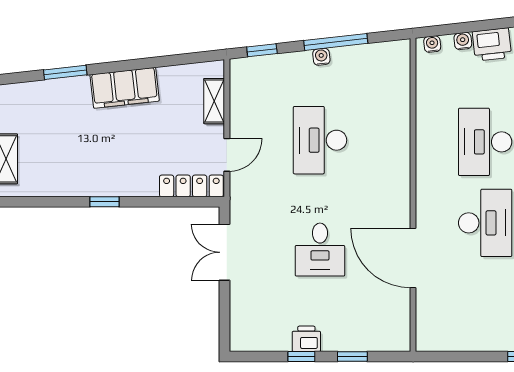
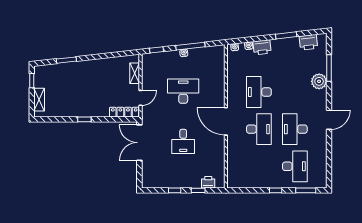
filing cabinet: (125, 88) -> (94, 67), removed
desk: (320, 140) -> (183, 91), turned 90
double door: (224, 252) -> (139, 143), width x1.37
door: (413, 258) -> (226, 121), moved
printer: (306, 339) -> (208, 182), moved

